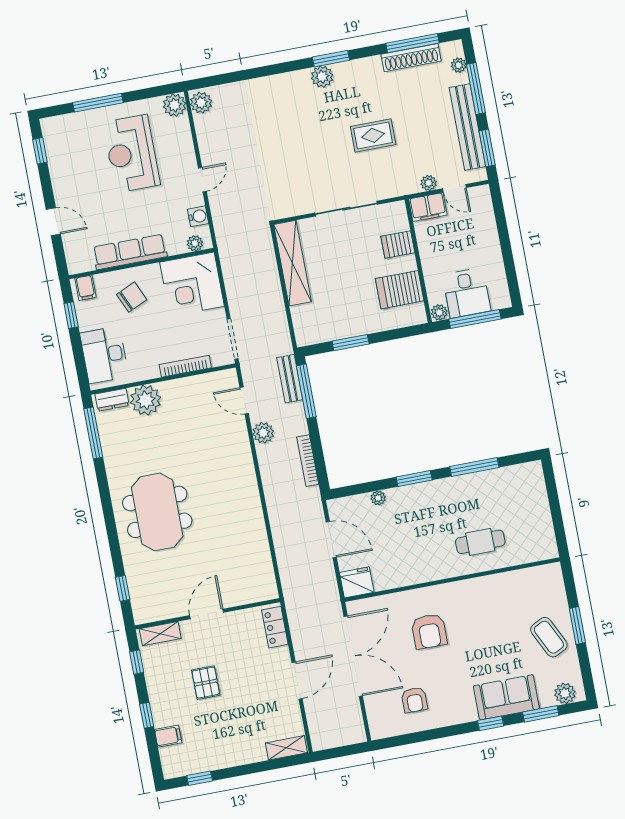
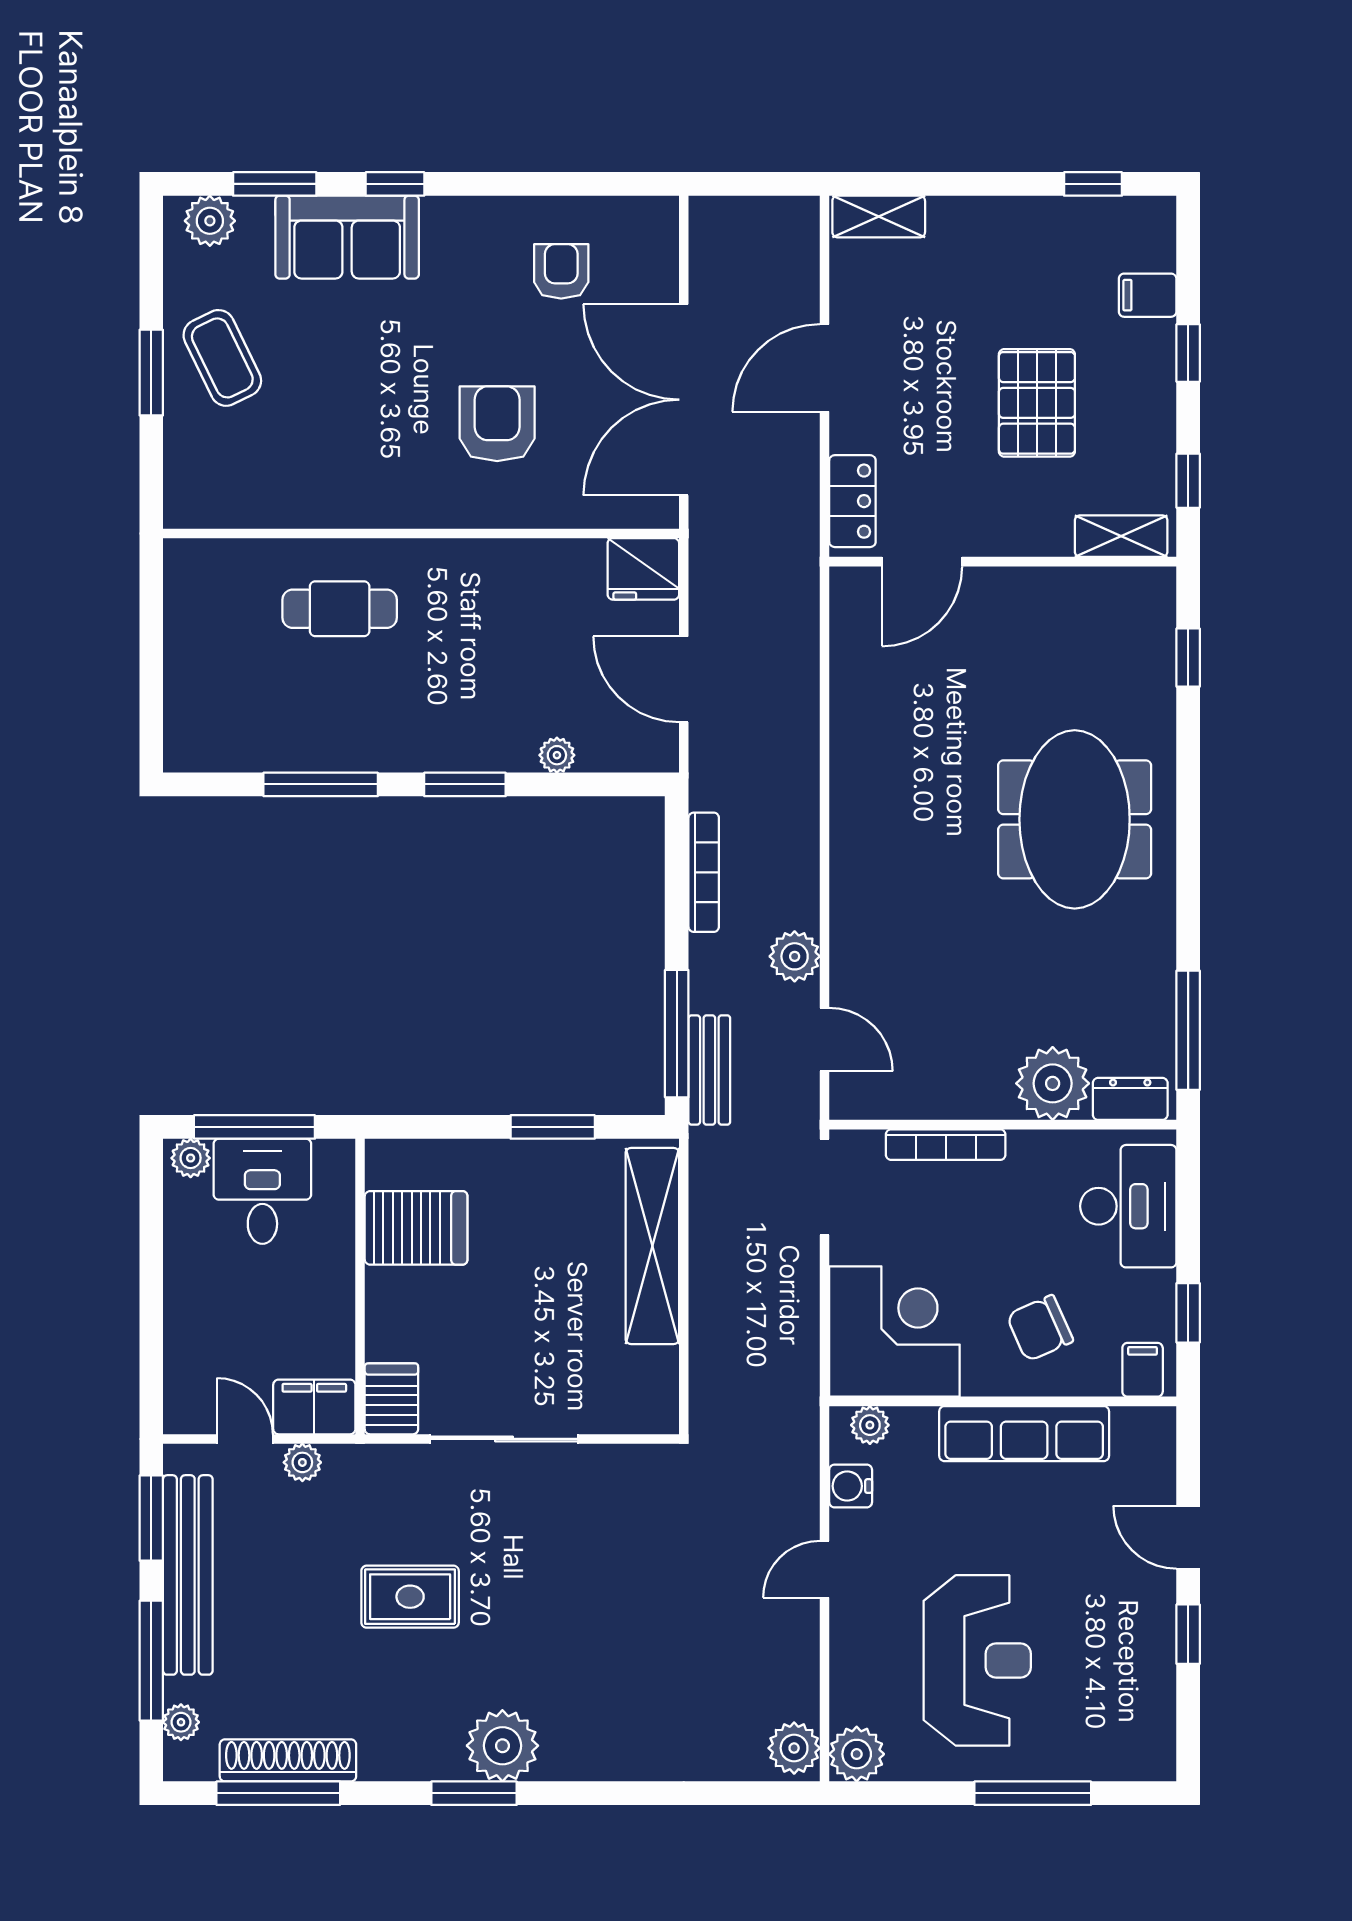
plant: (322, 77) -> (502, 1746), width x1.36, depth x1.36
window: (40, 151) -> (1188, 1634), moved
server rack: (398, 245) -> (391, 1399), moved, turned -90
shelving: (293, 263) -> (652, 1246), moved
plant: (439, 312) -> (191, 1158), moved
door: (207, 614) -> (922, 562), moved
pallet: (206, 683) -> (1037, 403), width x1.50, depth x1.42

